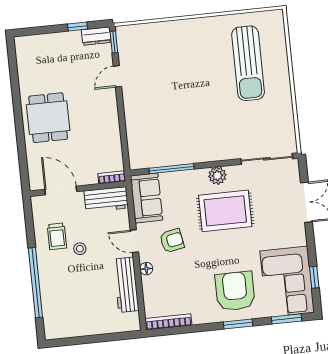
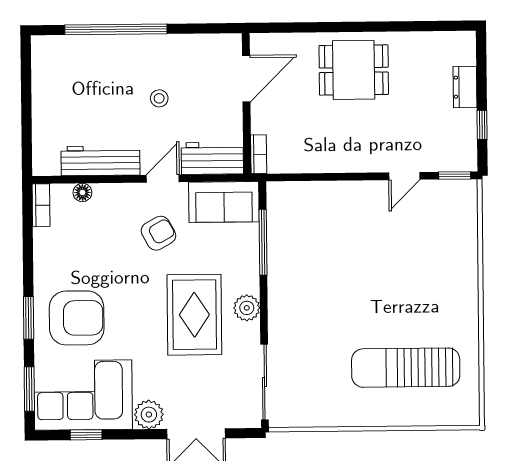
dresser: (96, 36) -> (465, 87), moved
door: (117, 76) -> (404, 176), swing flipped
workbench: (106, 199) -> (212, 158), moved, turned 90
trolley: (57, 236) -> (180, 67), removed
plant: (296, 236) -> (149, 415), added
armchair: (172, 241) -> (158, 233), turned -108
floor lamp: (146, 269) -> (82, 192), moved
bookcase: (168, 322) -> (41, 205), width x0.64

